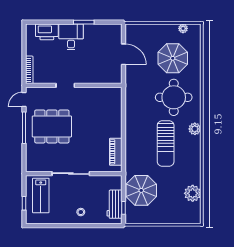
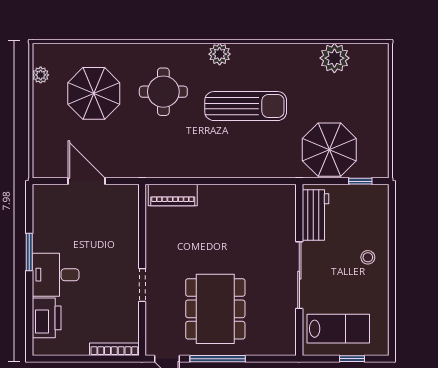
door: (123, 54) -> (87, 181), hinge flipped
round table: (174, 97) -> (163, 92), width x0.73, depth x0.73
piano: (116, 152) -> (173, 195), moved
workbench: (114, 204) -> (315, 215), moved, turned -90

